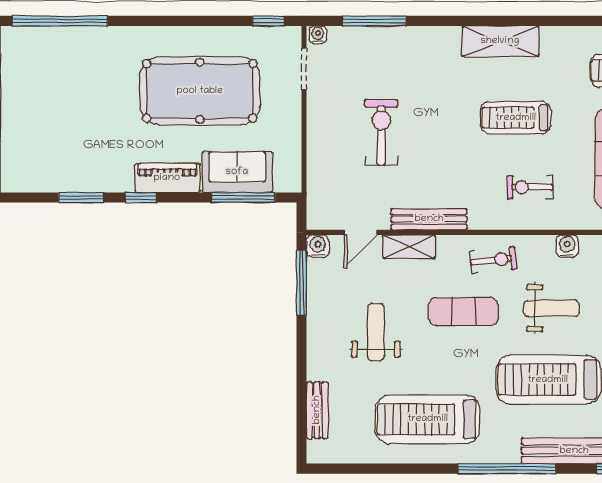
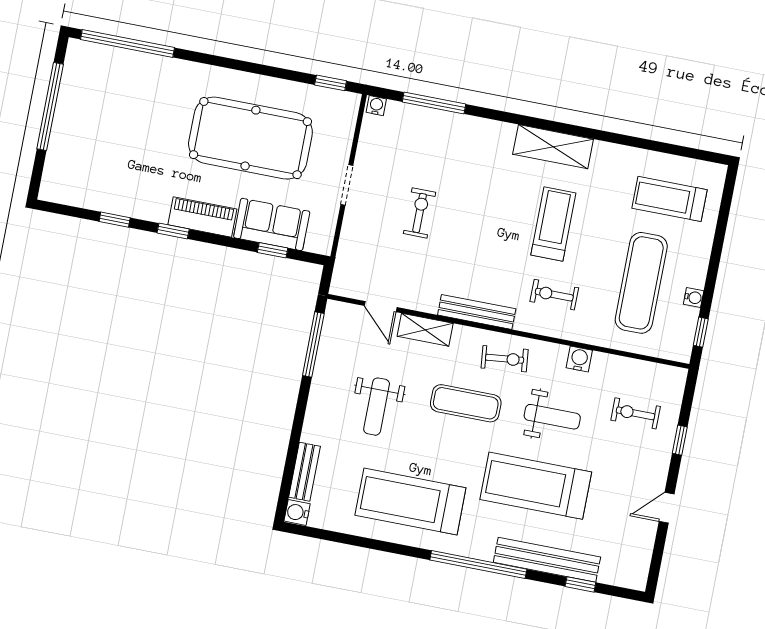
doorway: (304, 69) -> (347, 185), moved
treadmill: (516, 118) -> (553, 224), turned 90
exercise bike: (381, 132) -> (420, 213), width x0.73, depth x0.72
window: (81, 198) -> (115, 220), width x0.67
window: (243, 198) -> (273, 250), width x0.46
bench: (429, 219) -> (477, 312), moved
door: (361, 232) -> (381, 307), hinge flipped
water cooler: (318, 246) -> (297, 512), moved, turned -90
weight bench: (376, 332) -> (377, 407), turned 180

